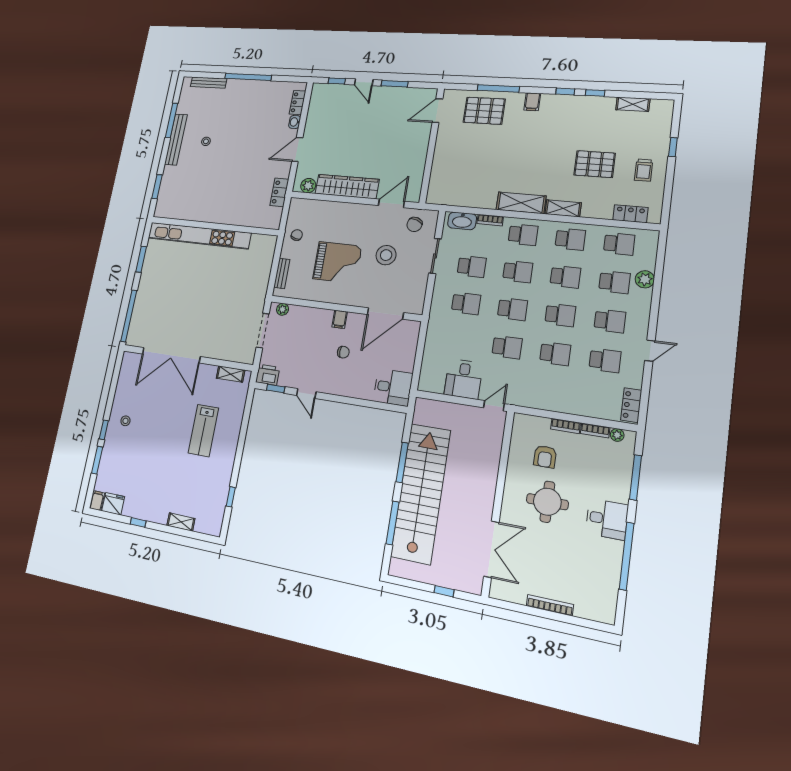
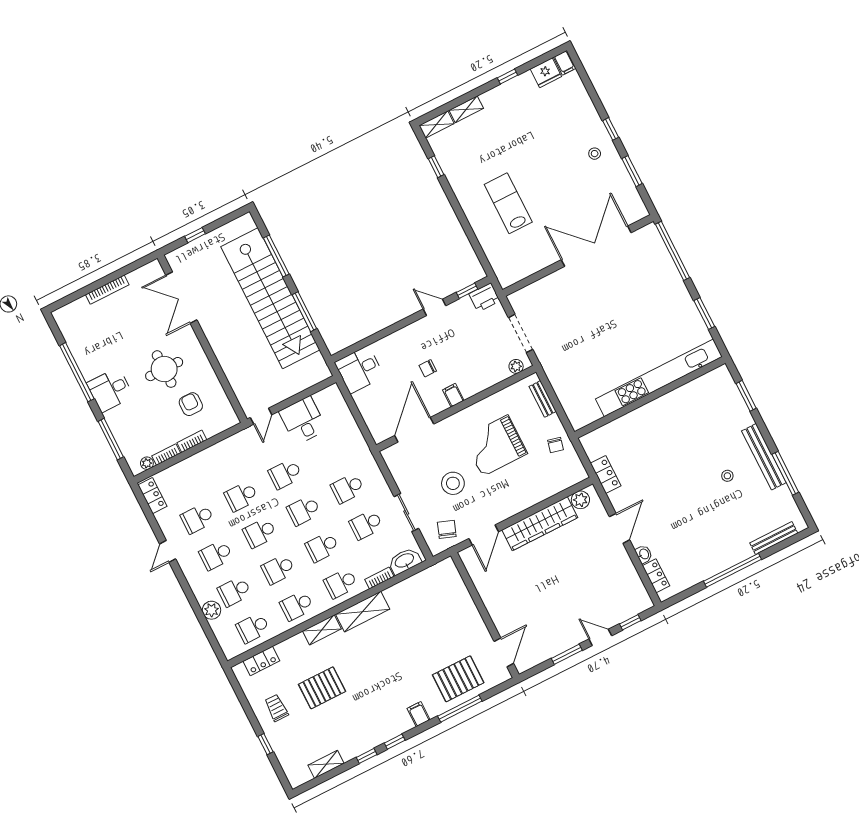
shelving: (231, 374) -> (437, 124), moved
window: (97, 460) -> (632, 171), moved

